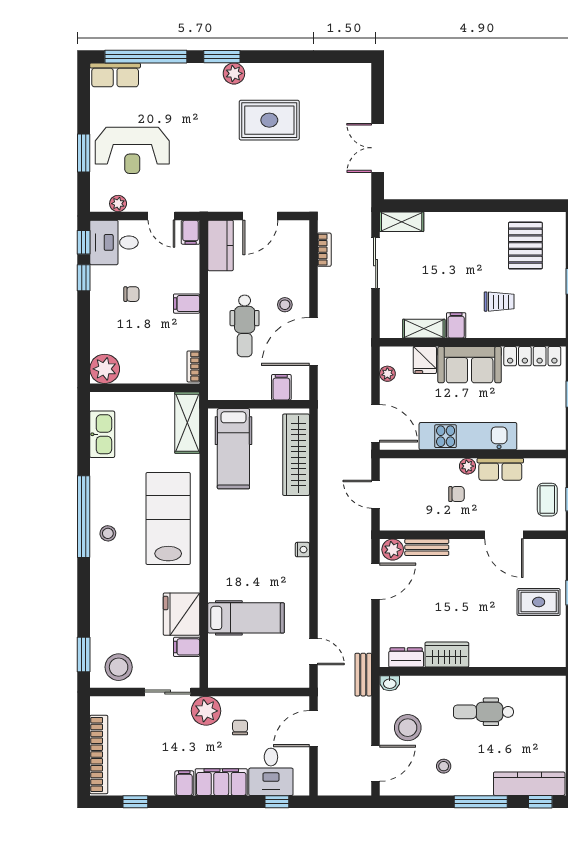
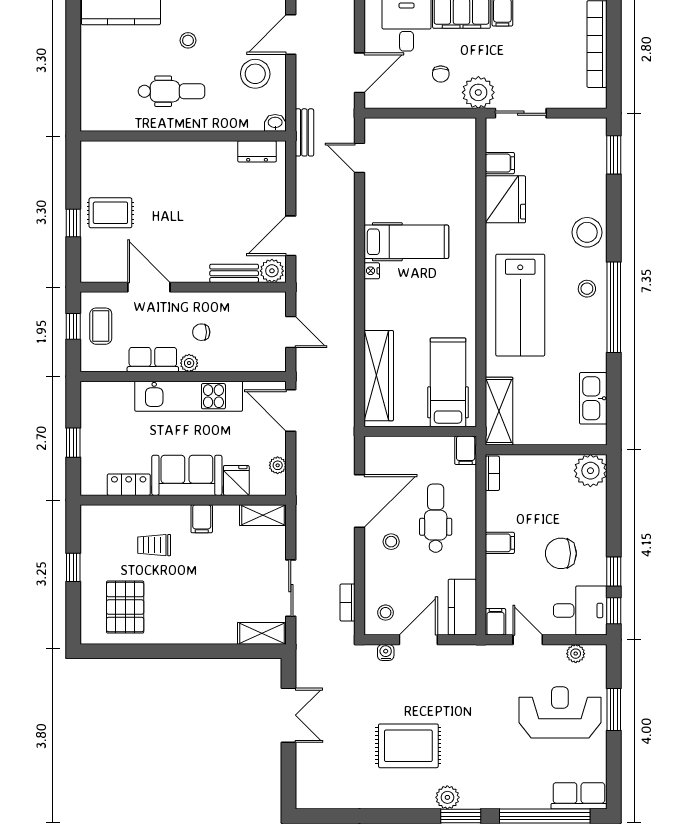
water cooler: (290, 205) -> (386, 652), added
stool: (290, 241) -> (386, 613), added
chair: (131, 294) -> (561, 553), width x1.87, depth x1.87
shelving: (424, 329) -> (263, 515), moved
locker: (532, 356) -> (129, 485), width x0.66
filing cabinet: (281, 387) -> (466, 450), moved
hospital bed: (246, 618) -> (406, 242), moved, turned 180
wardrobe: (447, 655) -> (212, 155), removed
stool: (119, 667) -> (587, 232), moved
stool: (444, 766) -> (188, 40), moved

